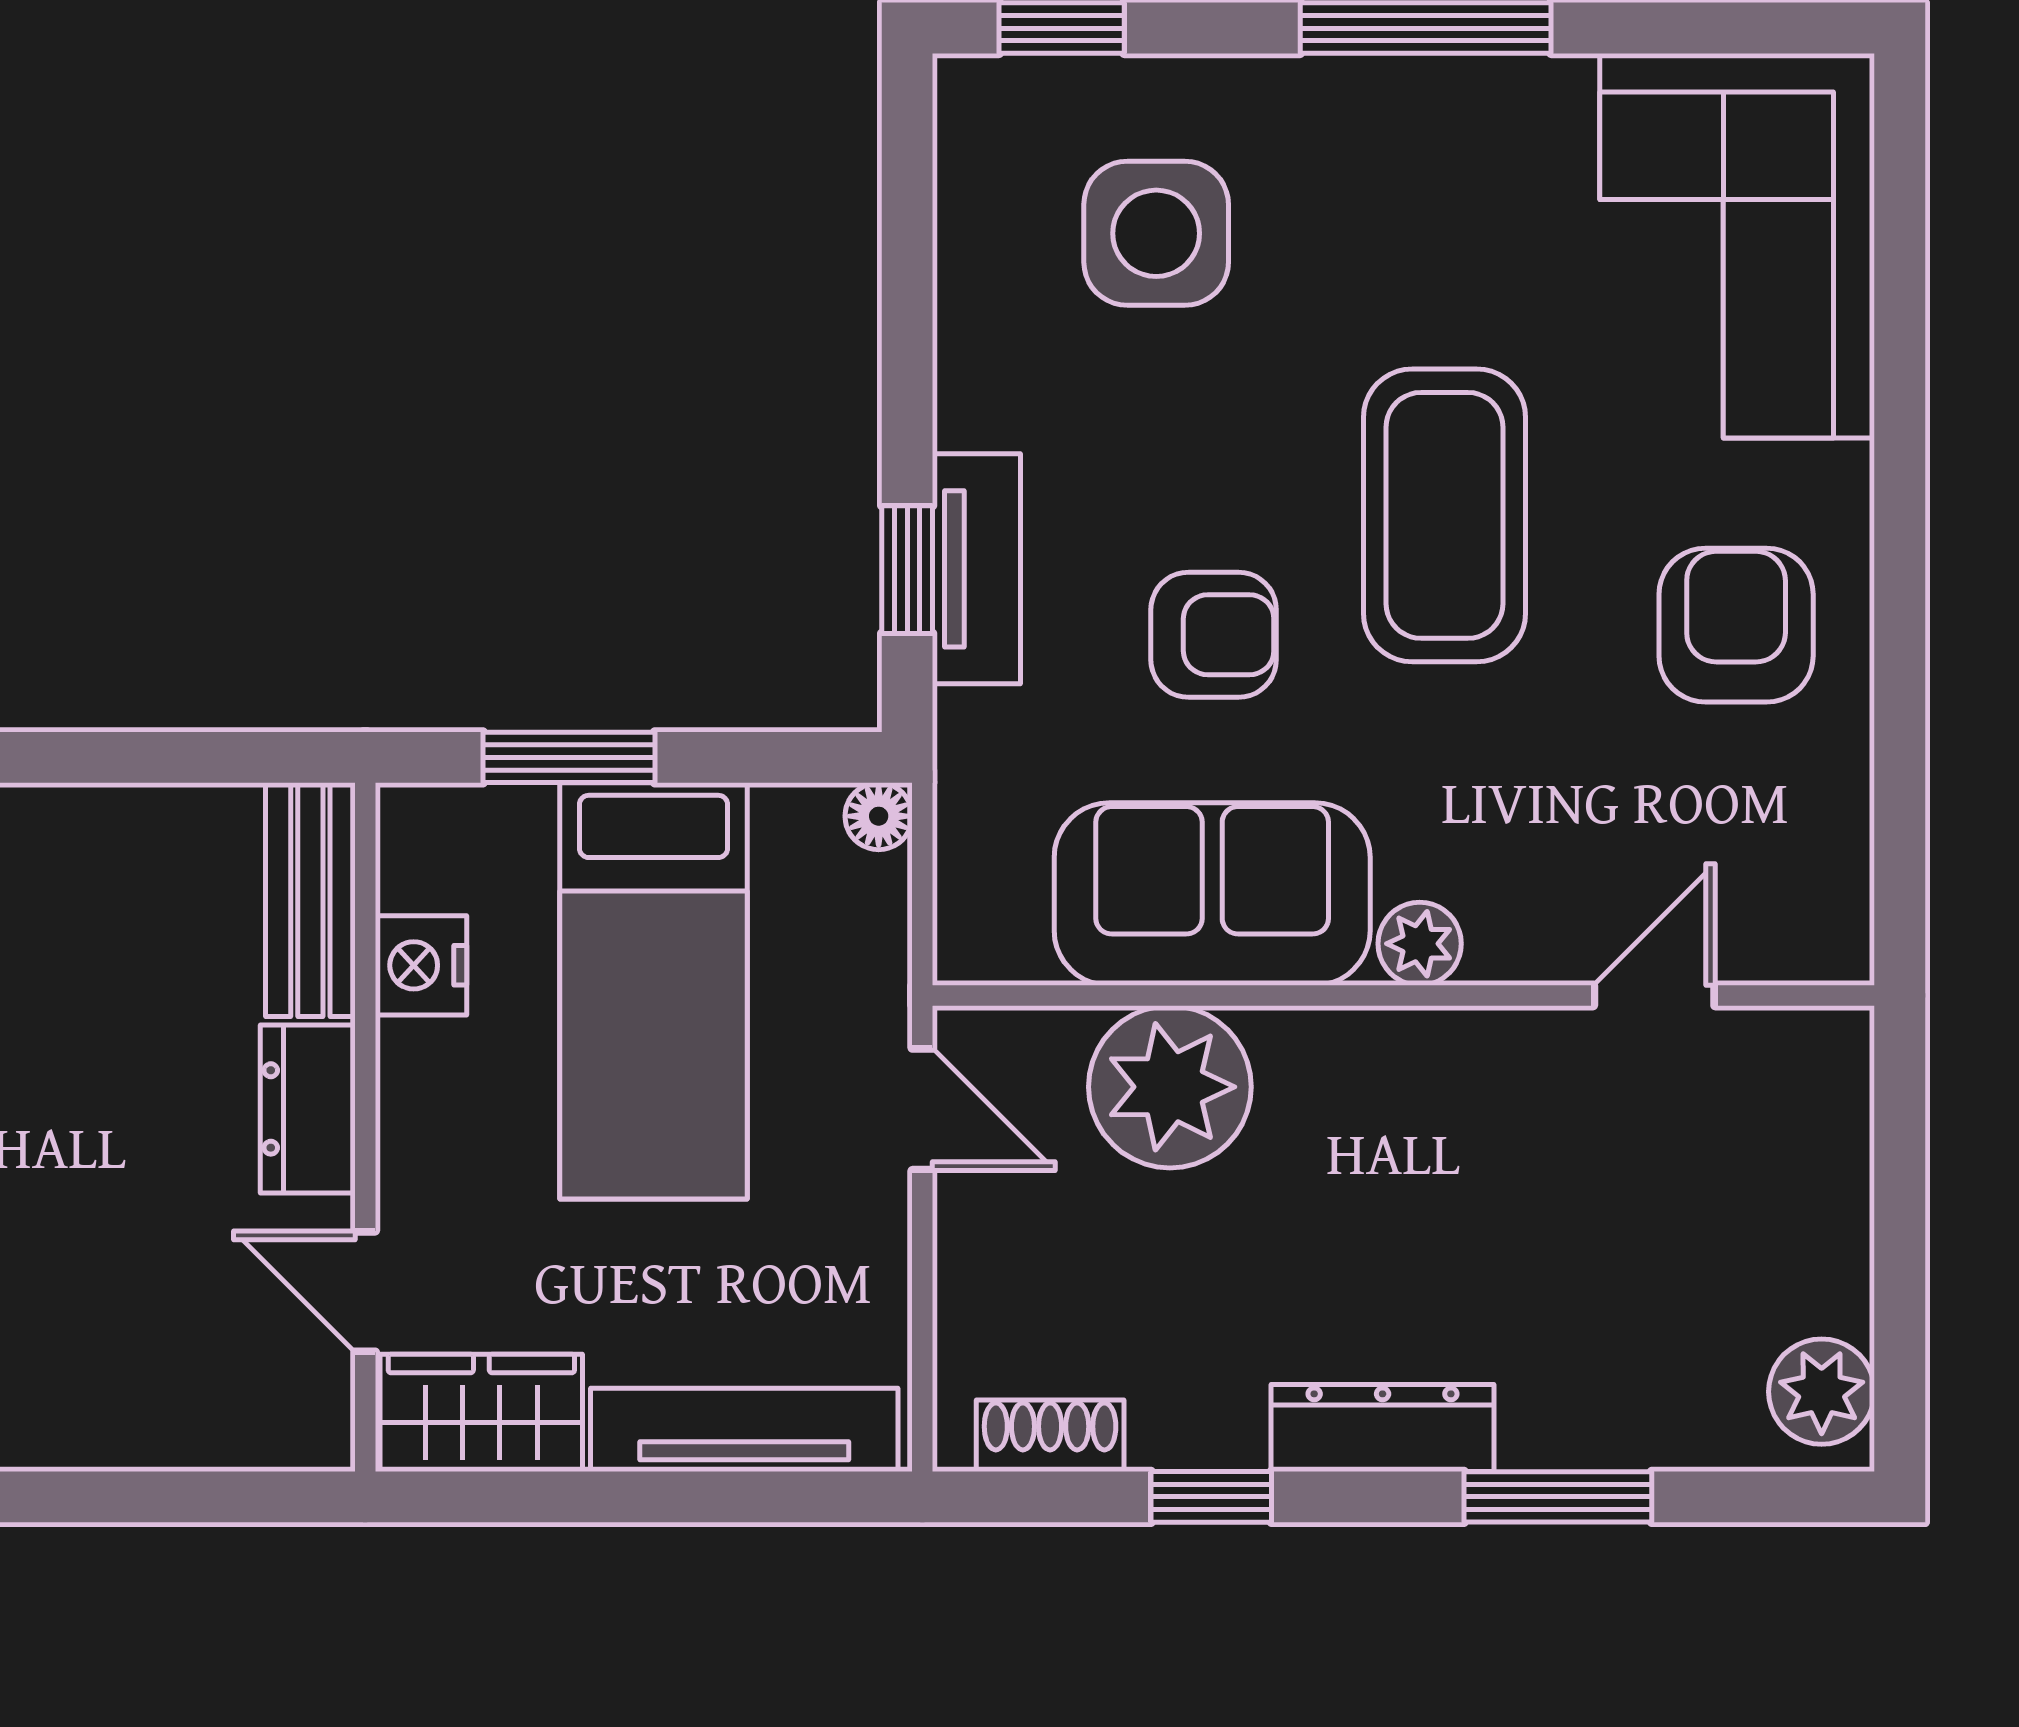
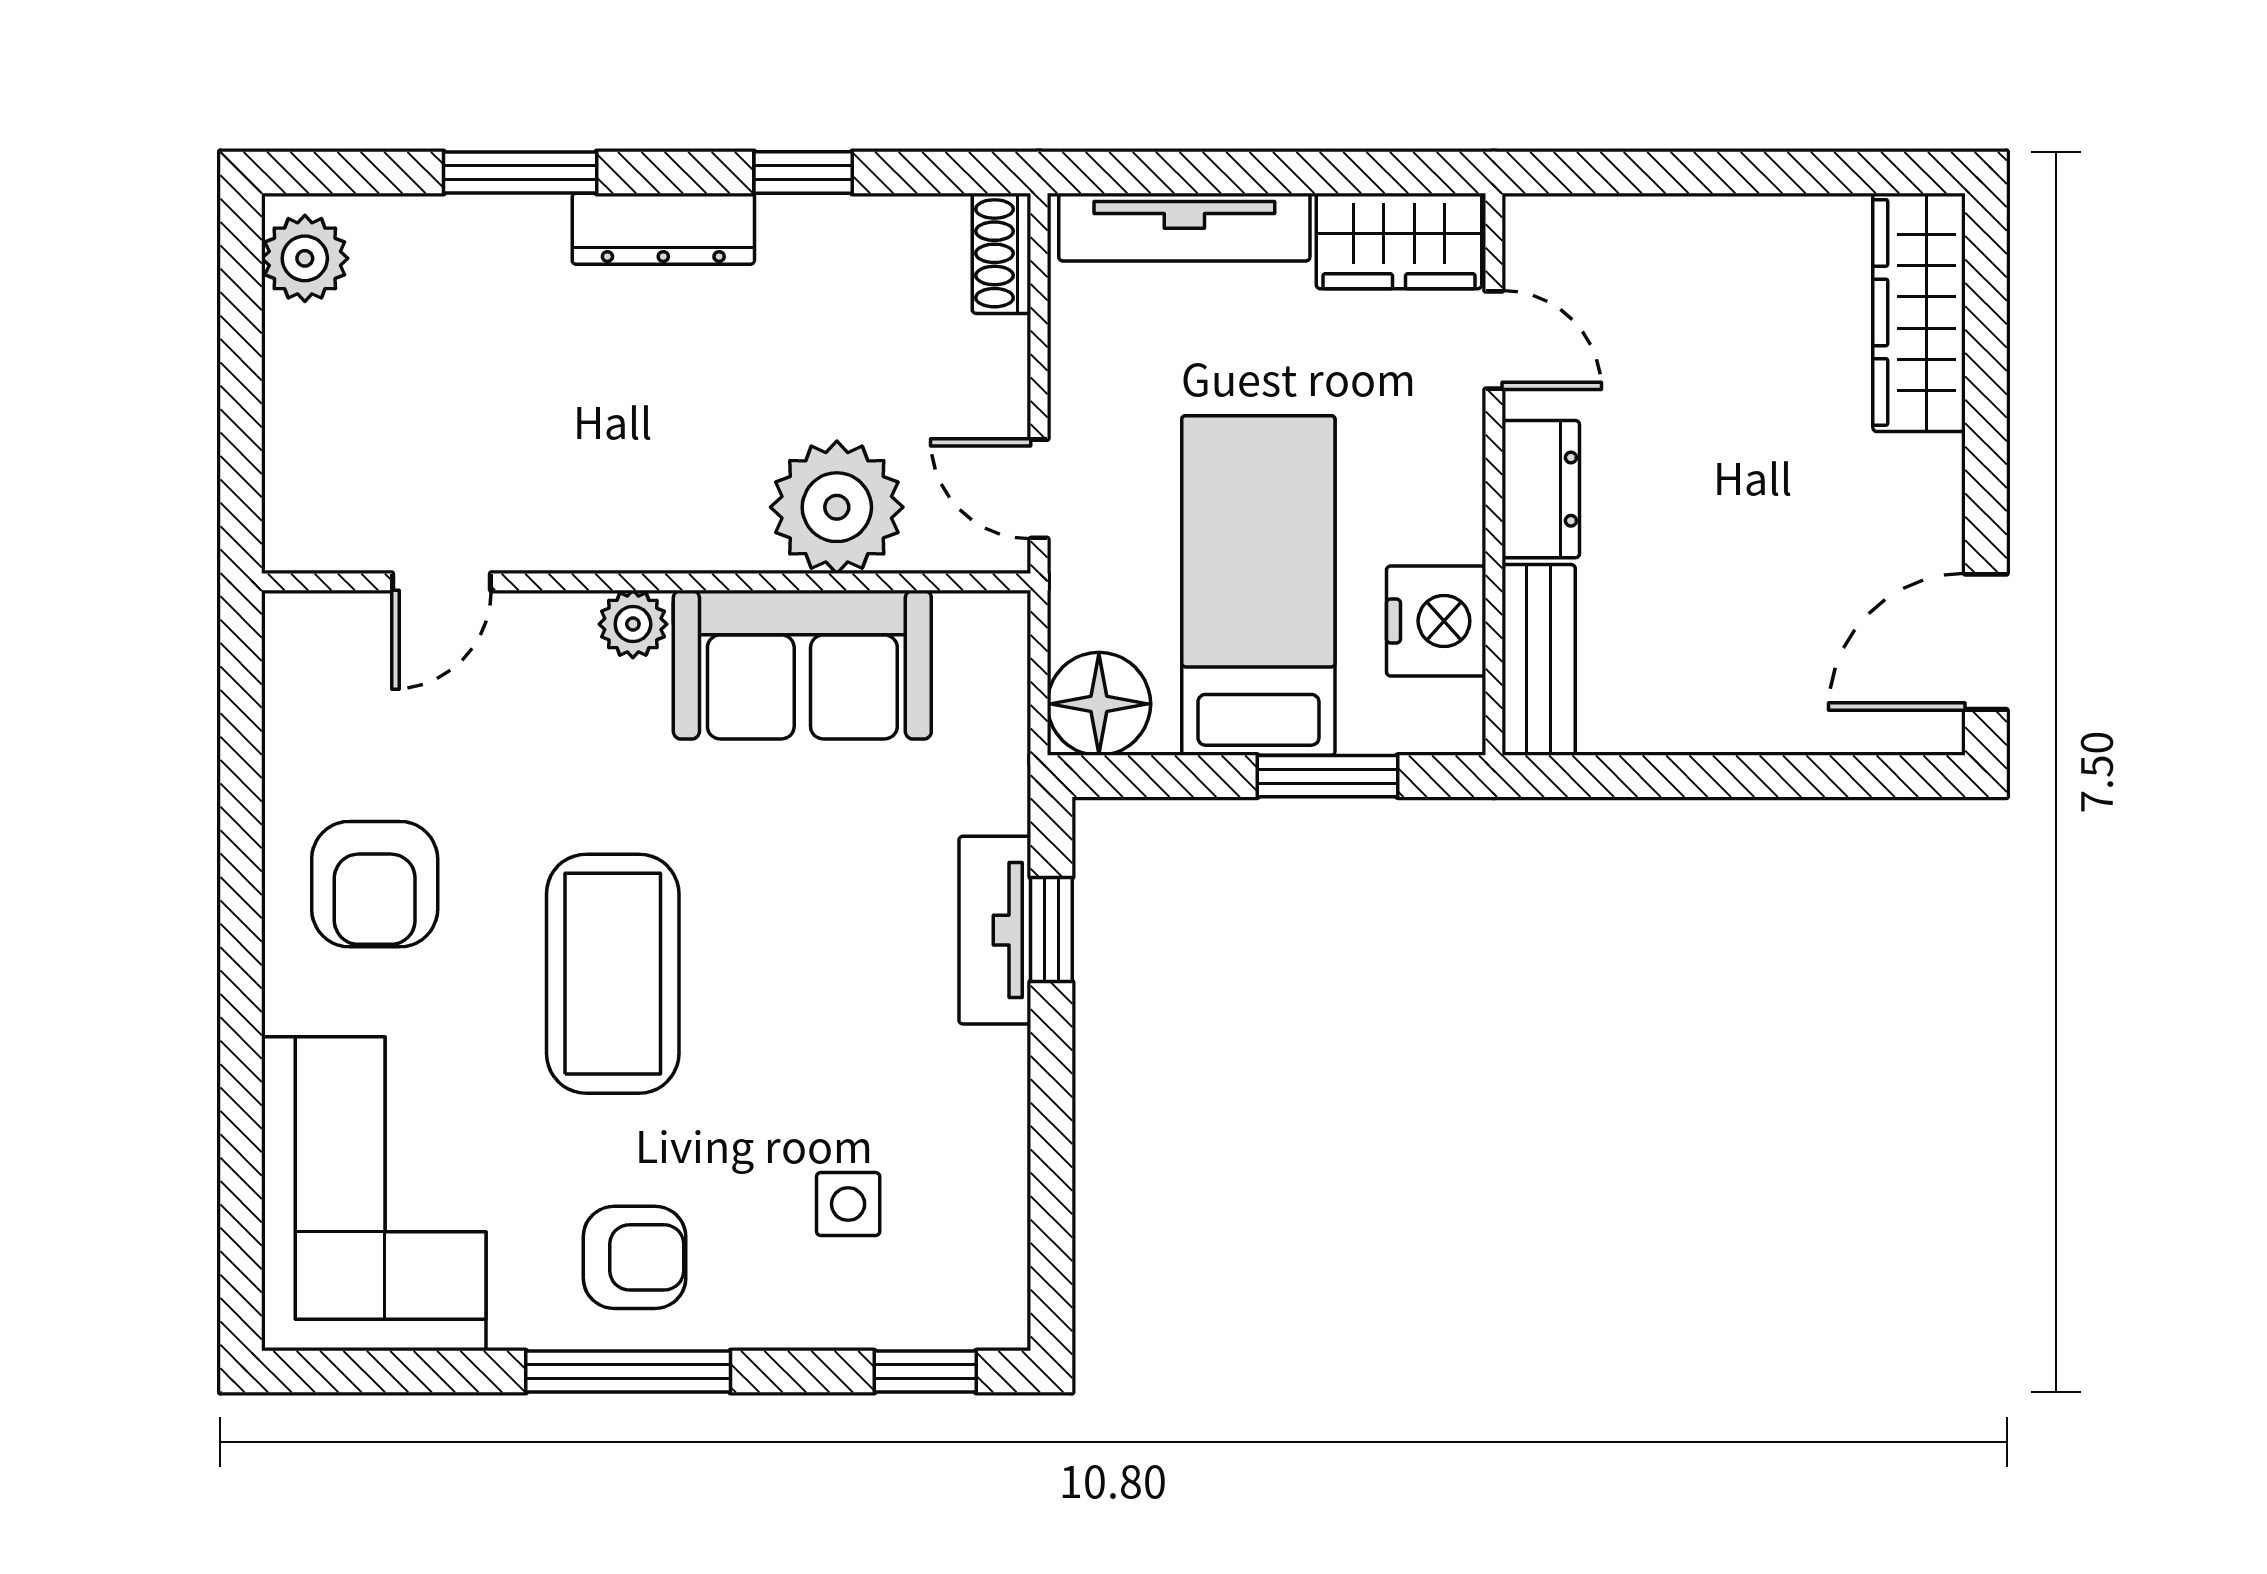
side table: (1156, 233) -> (848, 1204), width x0.54, depth x0.54
armchair: (1214, 635) -> (635, 1257), moved, turned 180
floor lamp: (879, 816) -> (1099, 704), width x1.89, depth x1.89
nightstand: (421, 965) -> (1436, 621), width x1.36, depth x1.33
shoe rack: (1050, 1436) -> (1002, 253), moved, turned 90

